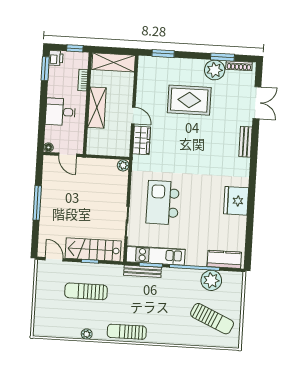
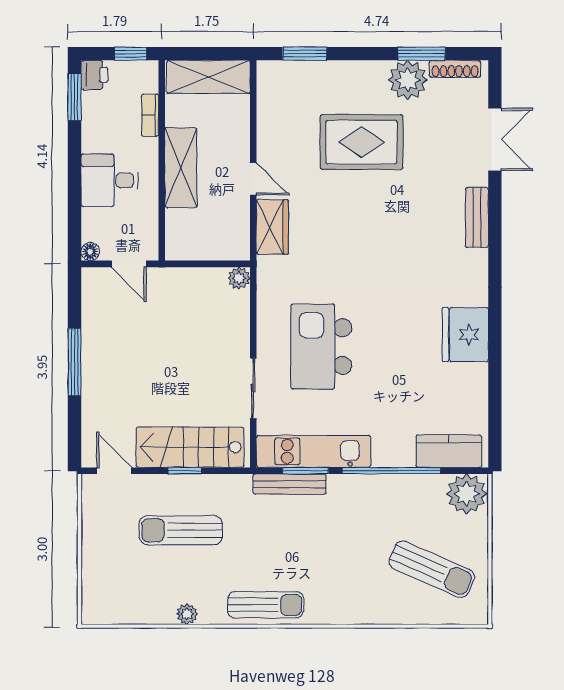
plant: (211, 280) -> (467, 494), moved
sun lounger: (127, 332) -> (266, 605), turned 180

